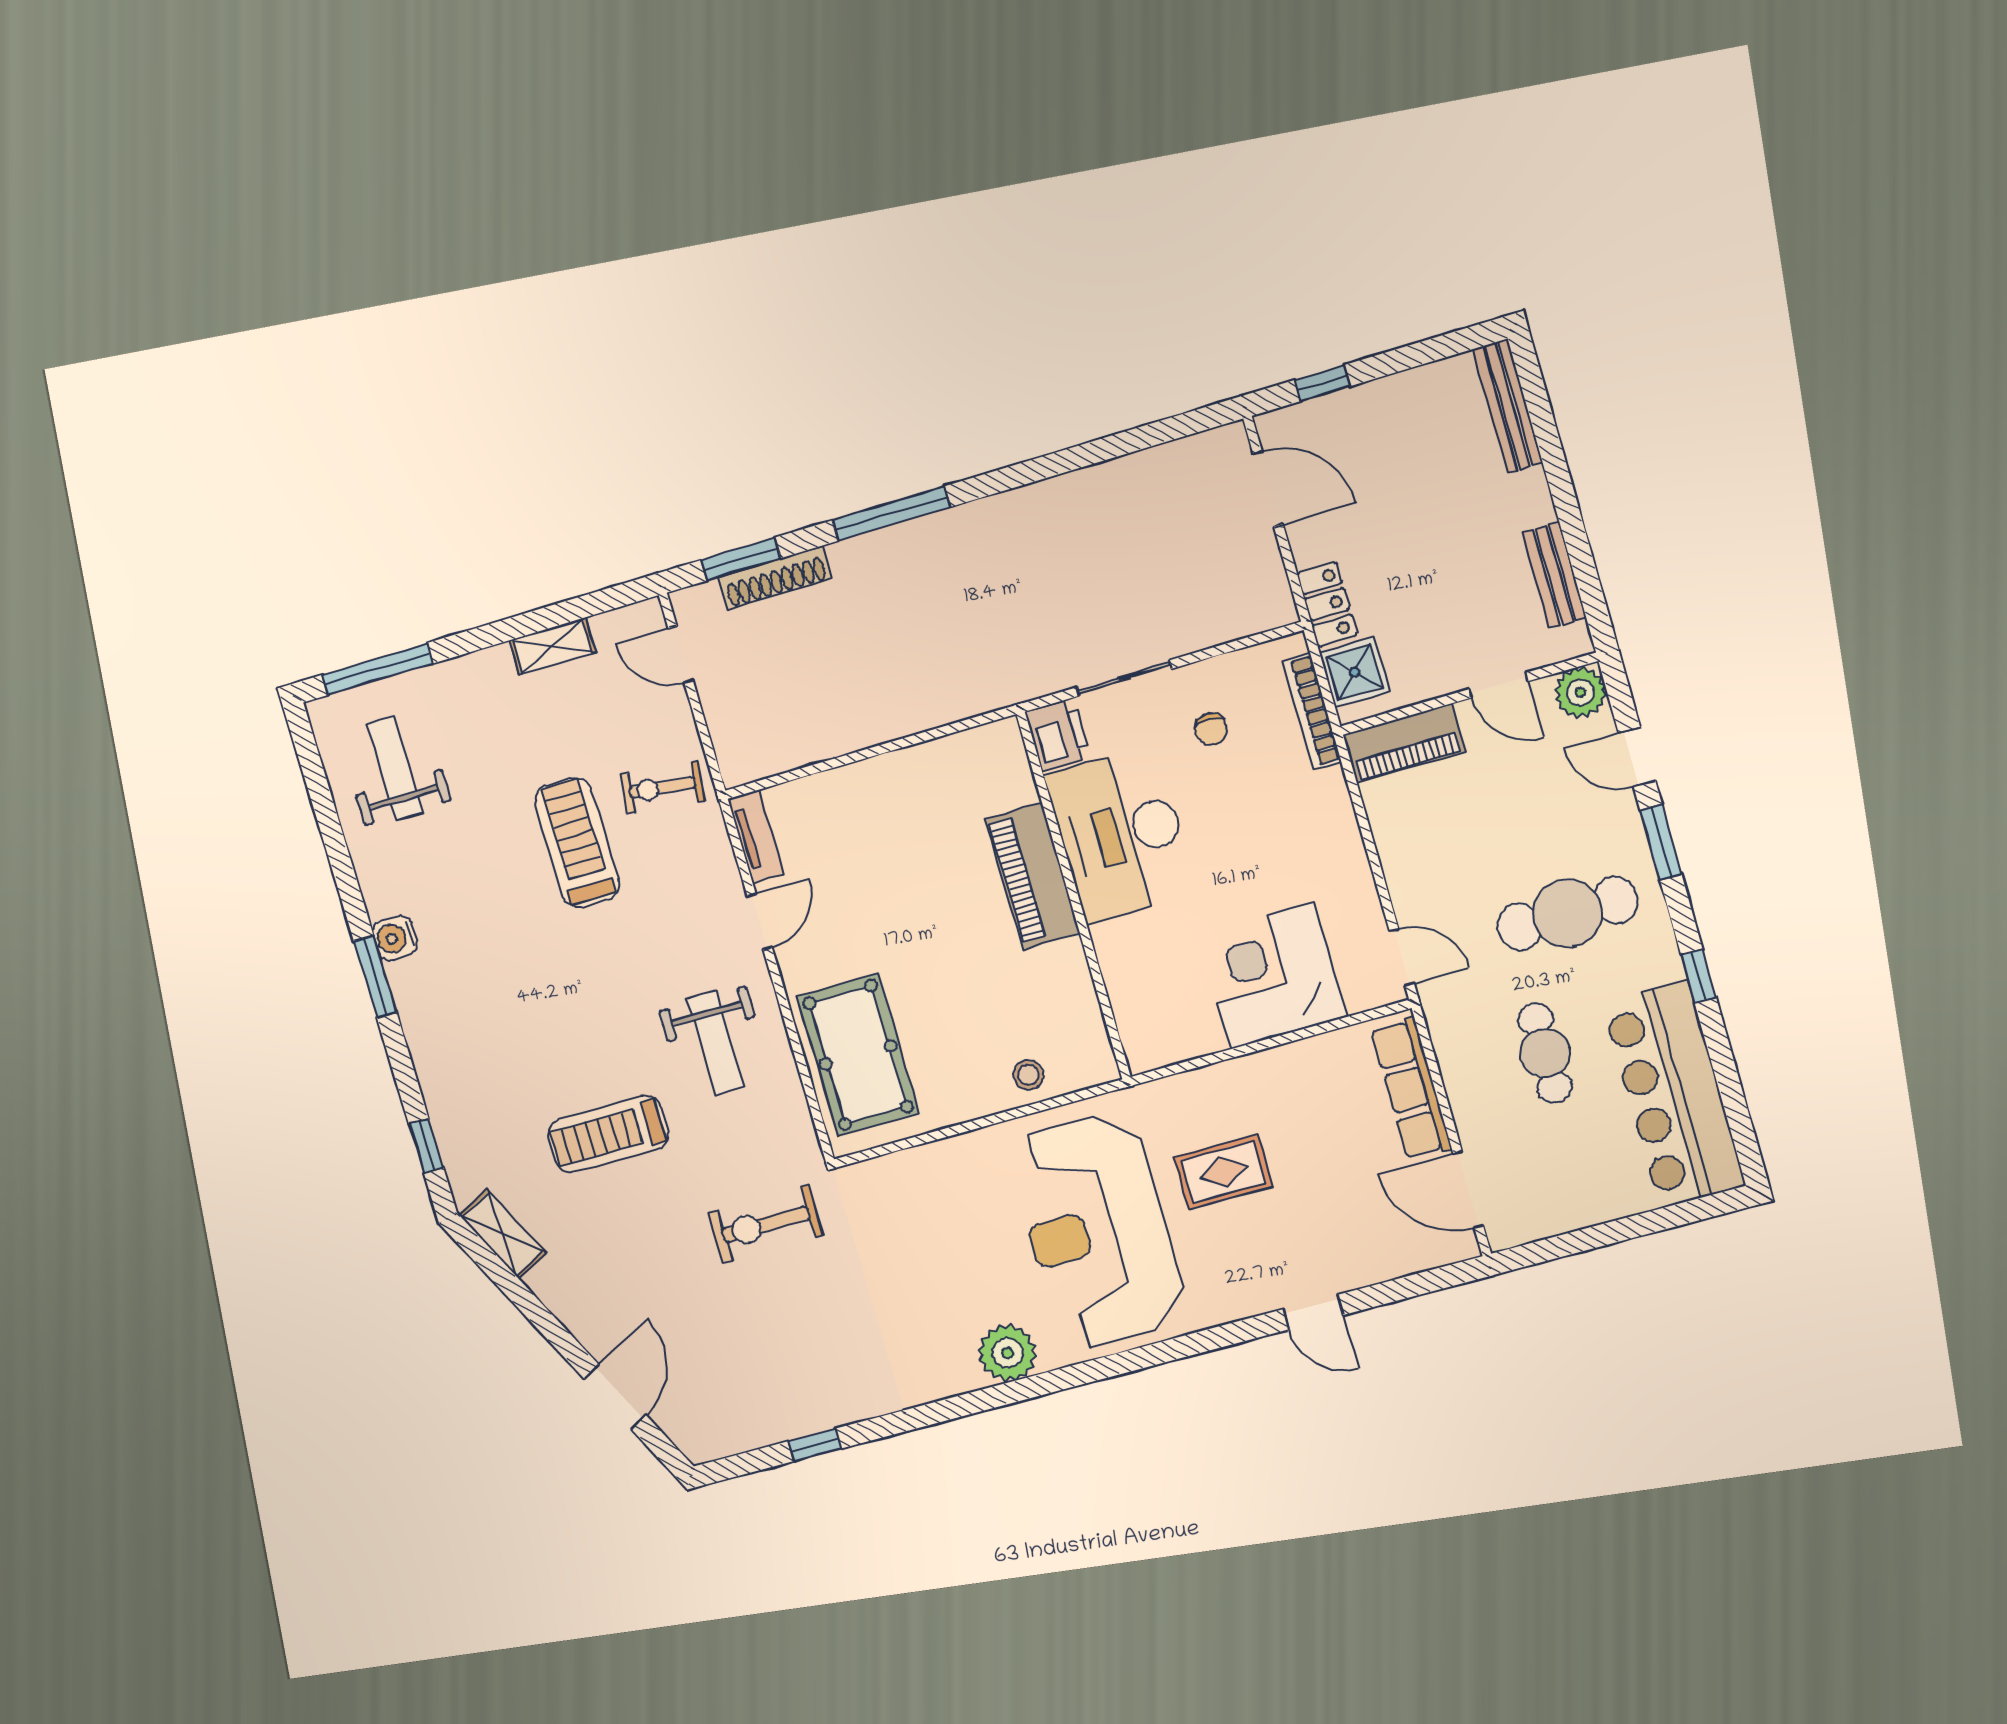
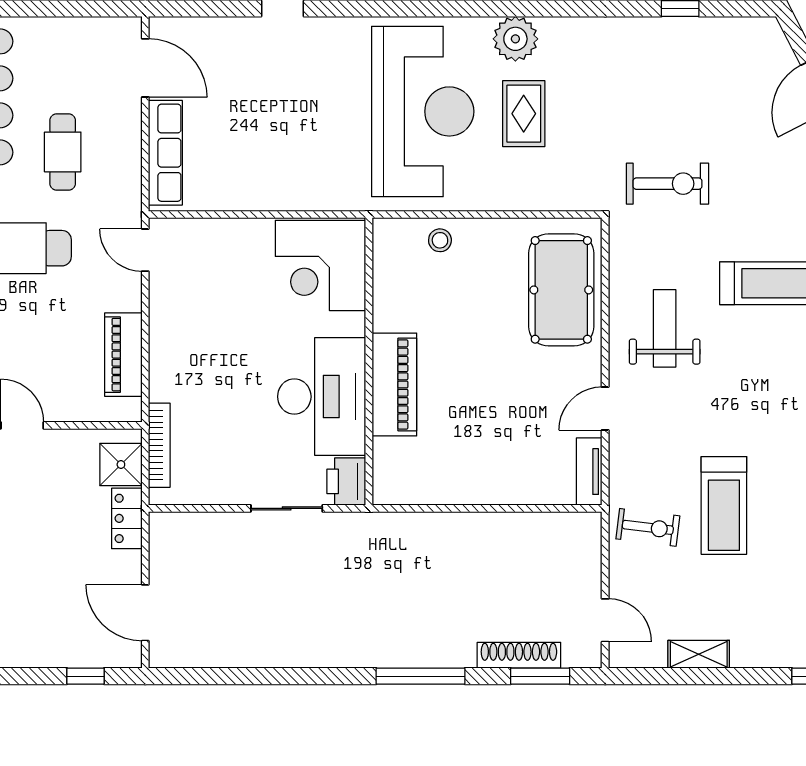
chair: (1211, 729) -> (235, 453), removed
piano: (1404, 743) -> (123, 355), moved, turned -90
corner desk: (1272, 976) -> (320, 266), moved, turned 90
rug: (1223, 1172) -> (524, 114), moved, turned 90

